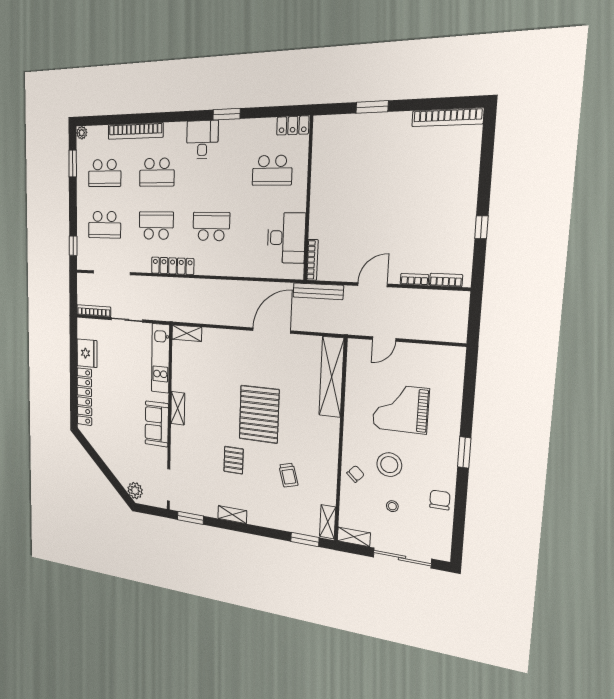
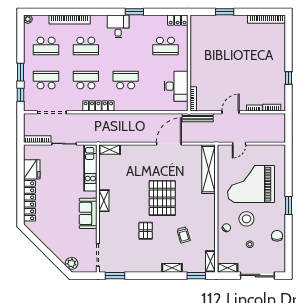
window: (73, 164) -> (20, 72), moved
school desk: (105, 225) -> (46, 80), turned 180
grand piano: (401, 409) -> (251, 184), width x1.37, depth x1.48
shelving: (232, 515) -> (172, 268), moved

